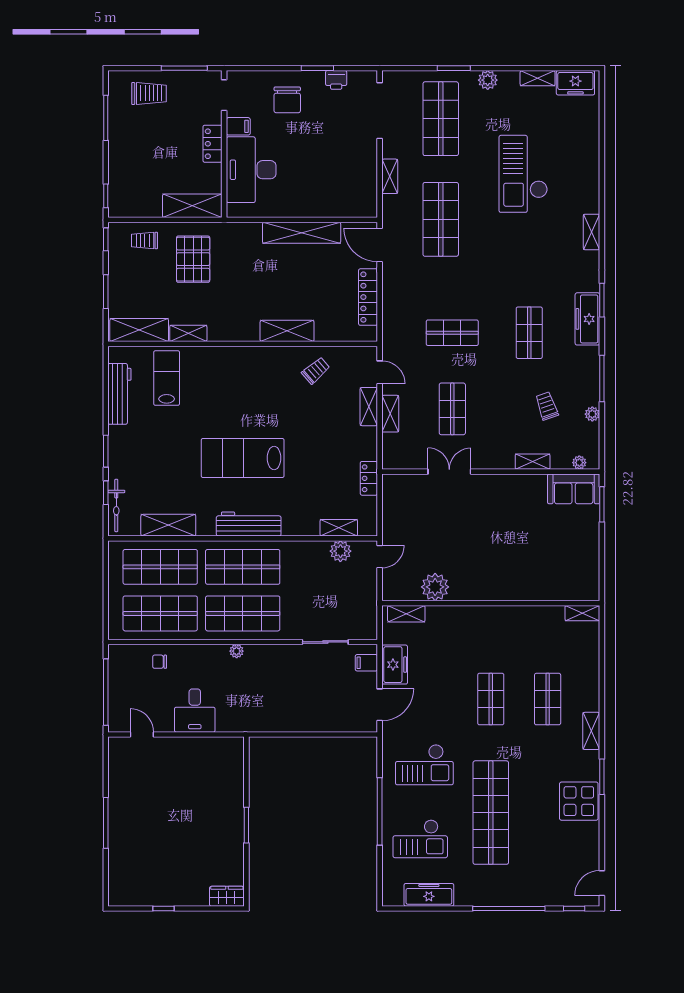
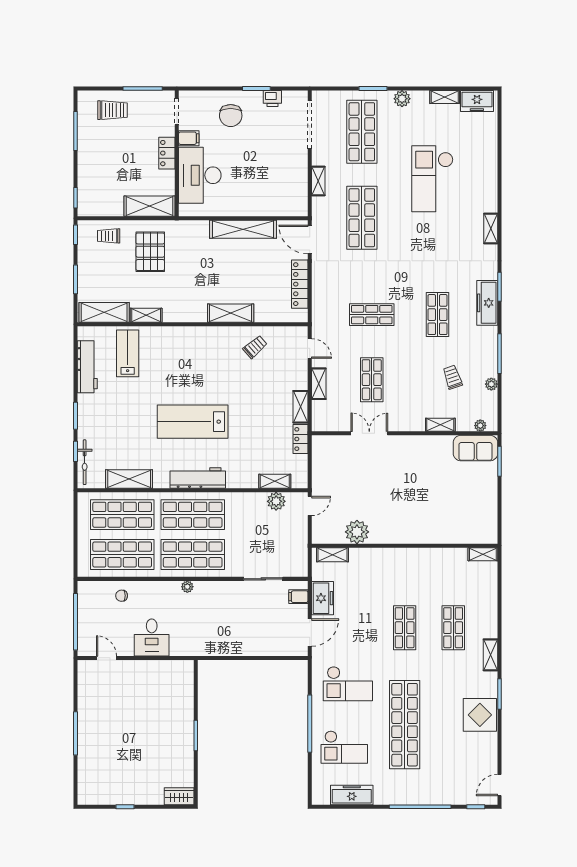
shelving: (369, 407) -> (300, 407), moved

